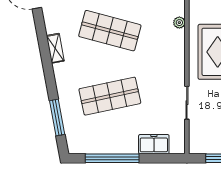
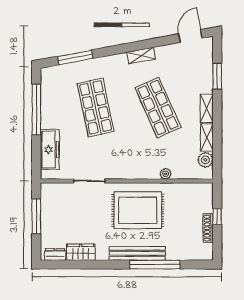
shop shelf: (110, 31) -> (158, 107), turned -39
freezer: (154, 144) -> (50, 149), width x1.40

